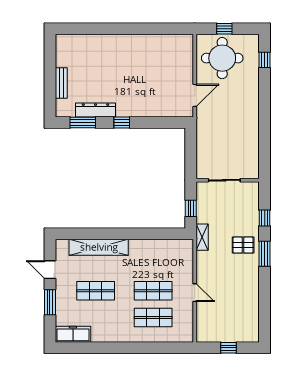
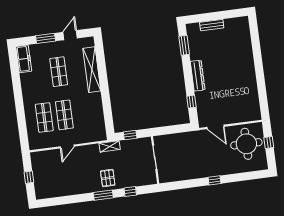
window: (265, 60) -> (214, 180), moved
dresser: (96, 110) -> (198, 76), moved
window: (122, 123) -> (191, 102), moved

